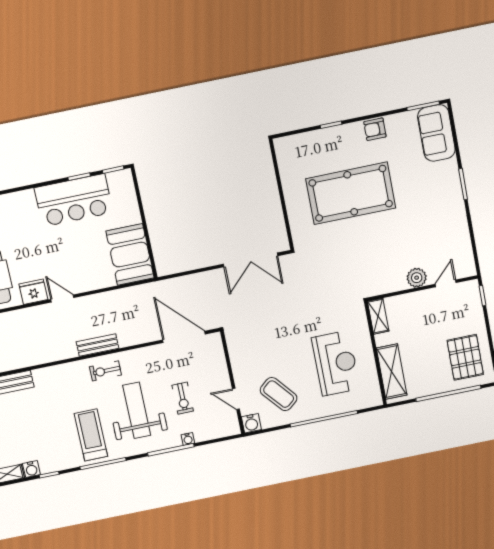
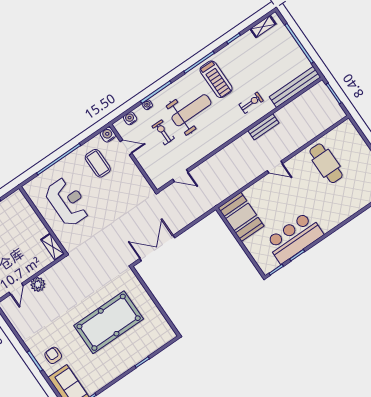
armchair: (375, 129) -> (53, 355), moved, turned -90
fridge: (33, 292) -> (296, 163), removed
door: (184, 337) -> (180, 176), width x0.53
bench: (97, 345) -> (263, 127), moved
reception desk: (336, 363) -> (67, 202), turned 180
exercise bike: (105, 371) -> (251, 103), moved
shelving: (392, 372) -> (26, 212), removed
coffee table: (279, 394) -> (98, 163), turned 40
weight bench: (137, 410) -> (191, 110), turned -90
water cooler: (31, 469) -> (130, 118), moved

